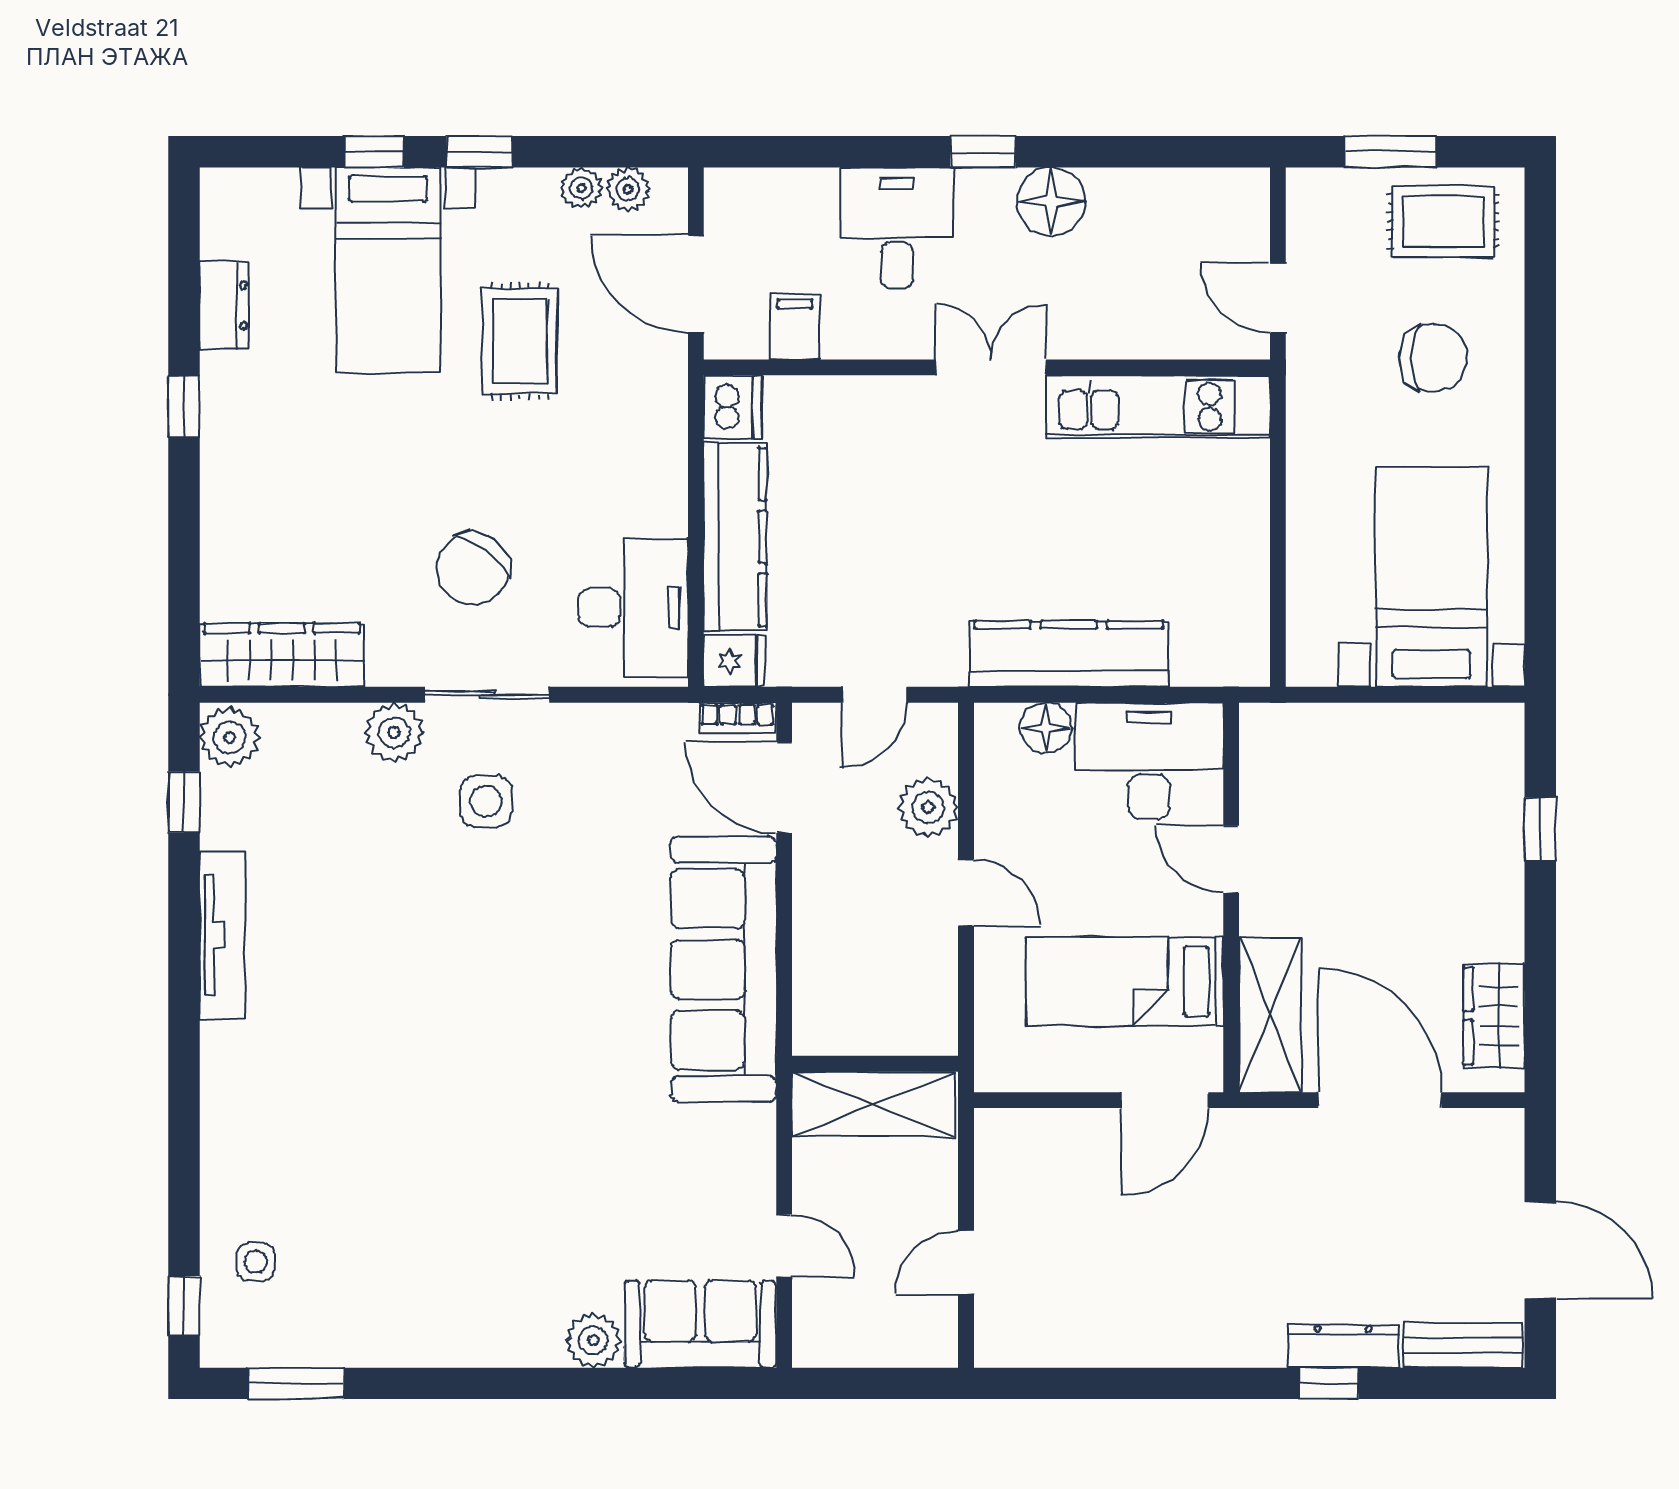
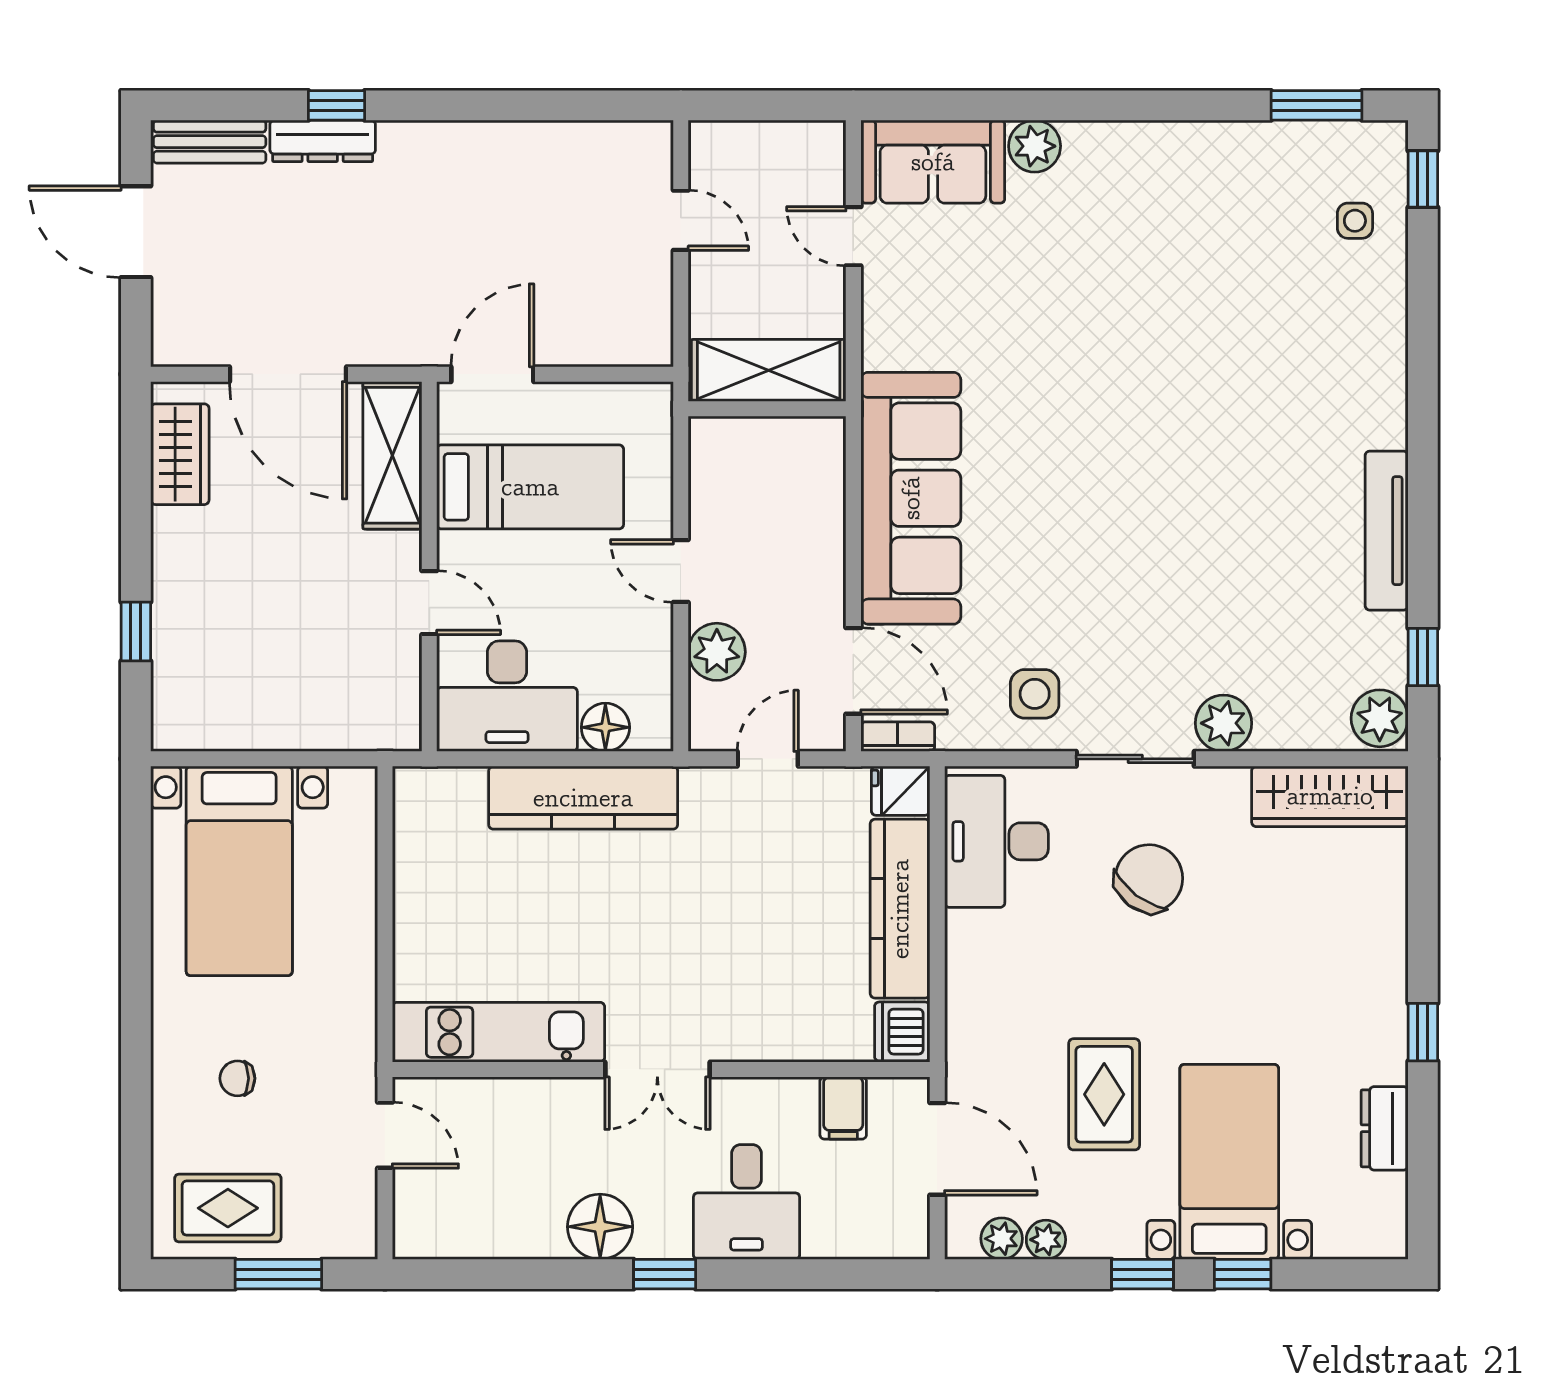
chair: (1433, 358) -> (237, 1078), width x0.54, depth x0.54
side table: (486, 801) -> (1035, 694), moved
door: (966, 1262) -> (681, 220), hinge flipped

